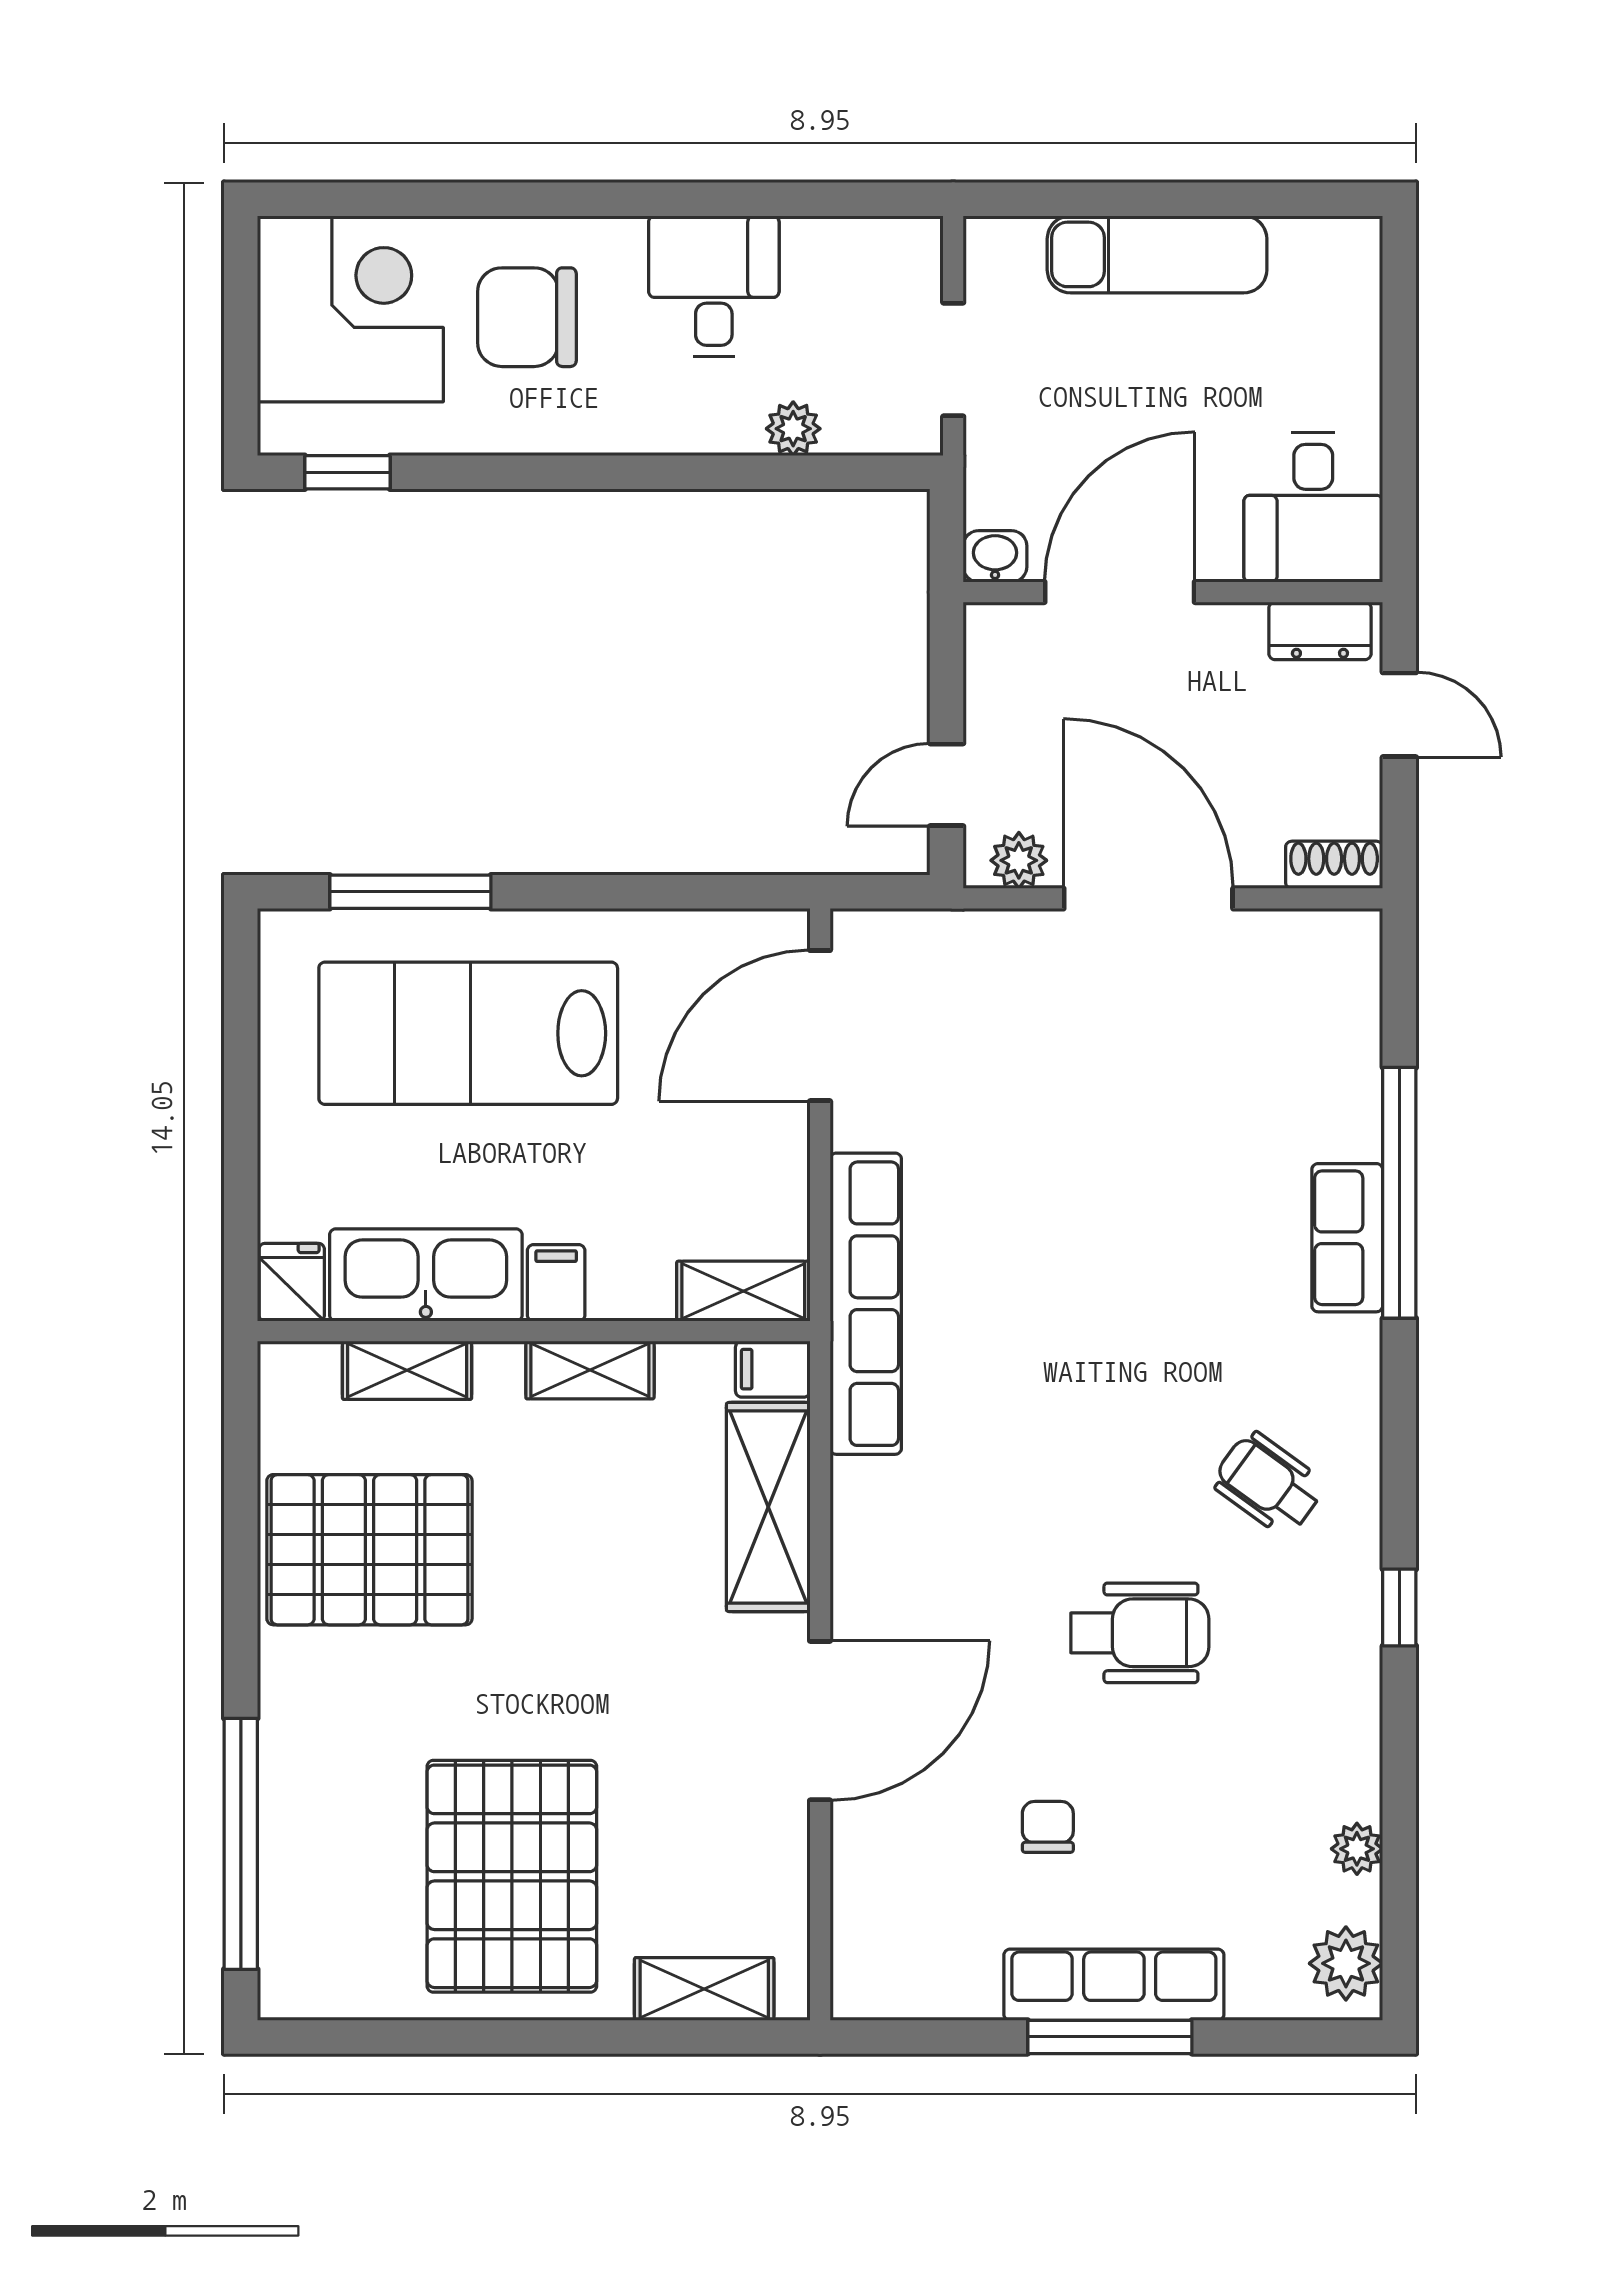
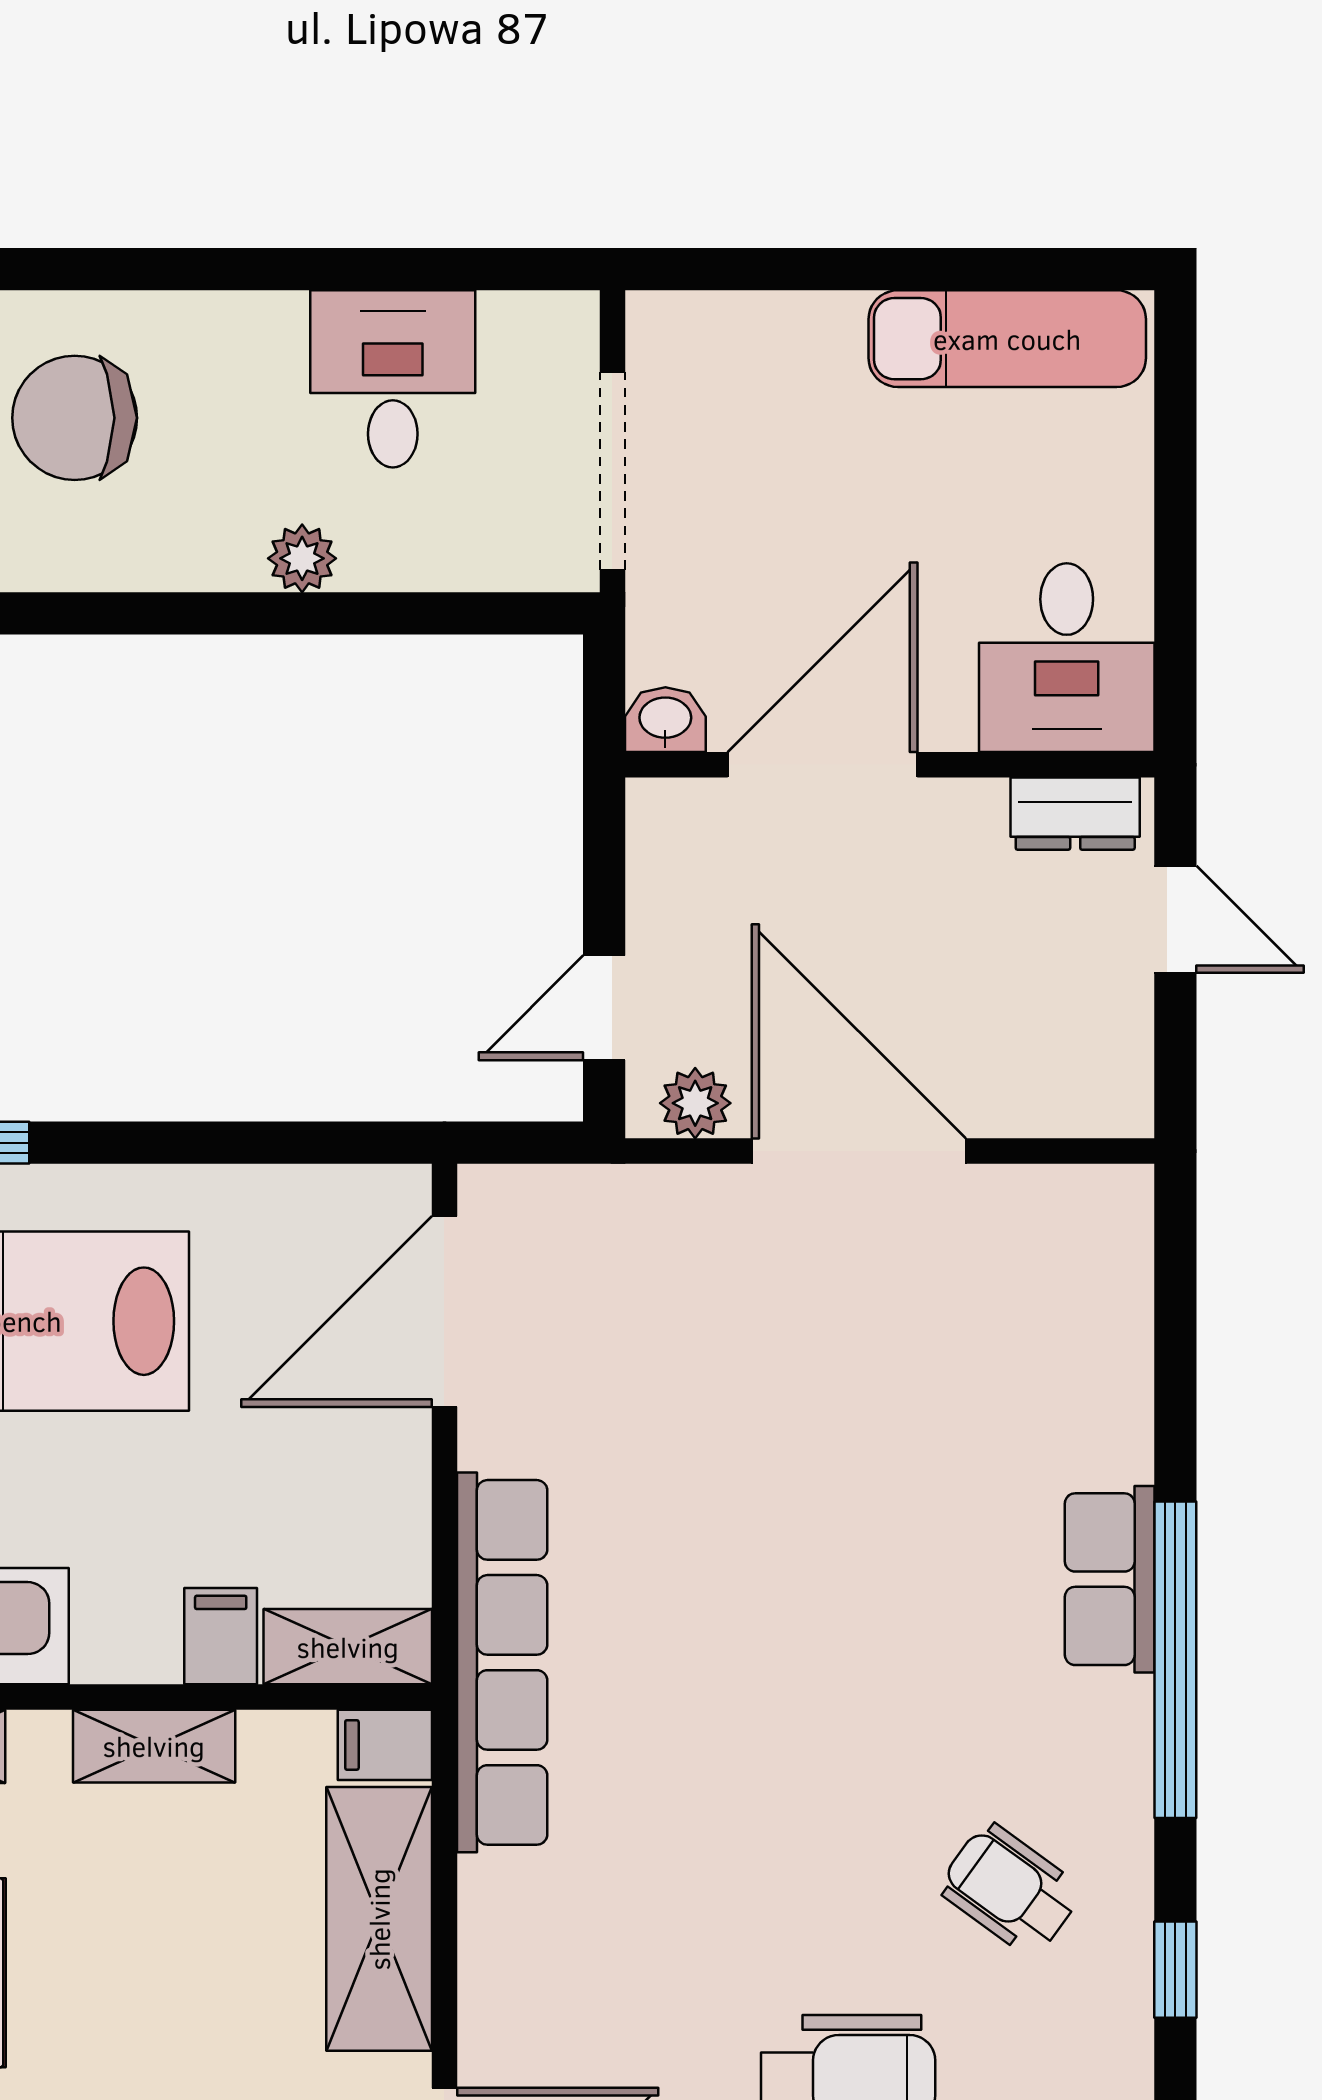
exam couch: (1157, 254) -> (1007, 339), moved
desk: (714, 286) -> (393, 379), moved
doorway: (953, 359) -> (612, 471), width x1.38
plant: (793, 429) -> (302, 558), moved
shoe rack: (1334, 865) -> (1093, 1109), removed
window: (1399, 1193) -> (1175, 1660), moved
filing cabinet: (556, 1283) -> (221, 1636), moved
window: (1399, 1607) -> (1175, 1970), moved

